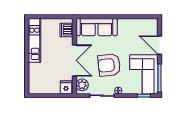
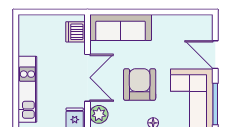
kitchen unit: (34, 40) -> (27, 89), moved
armchair: (109, 65) -> (140, 85), turned 96

